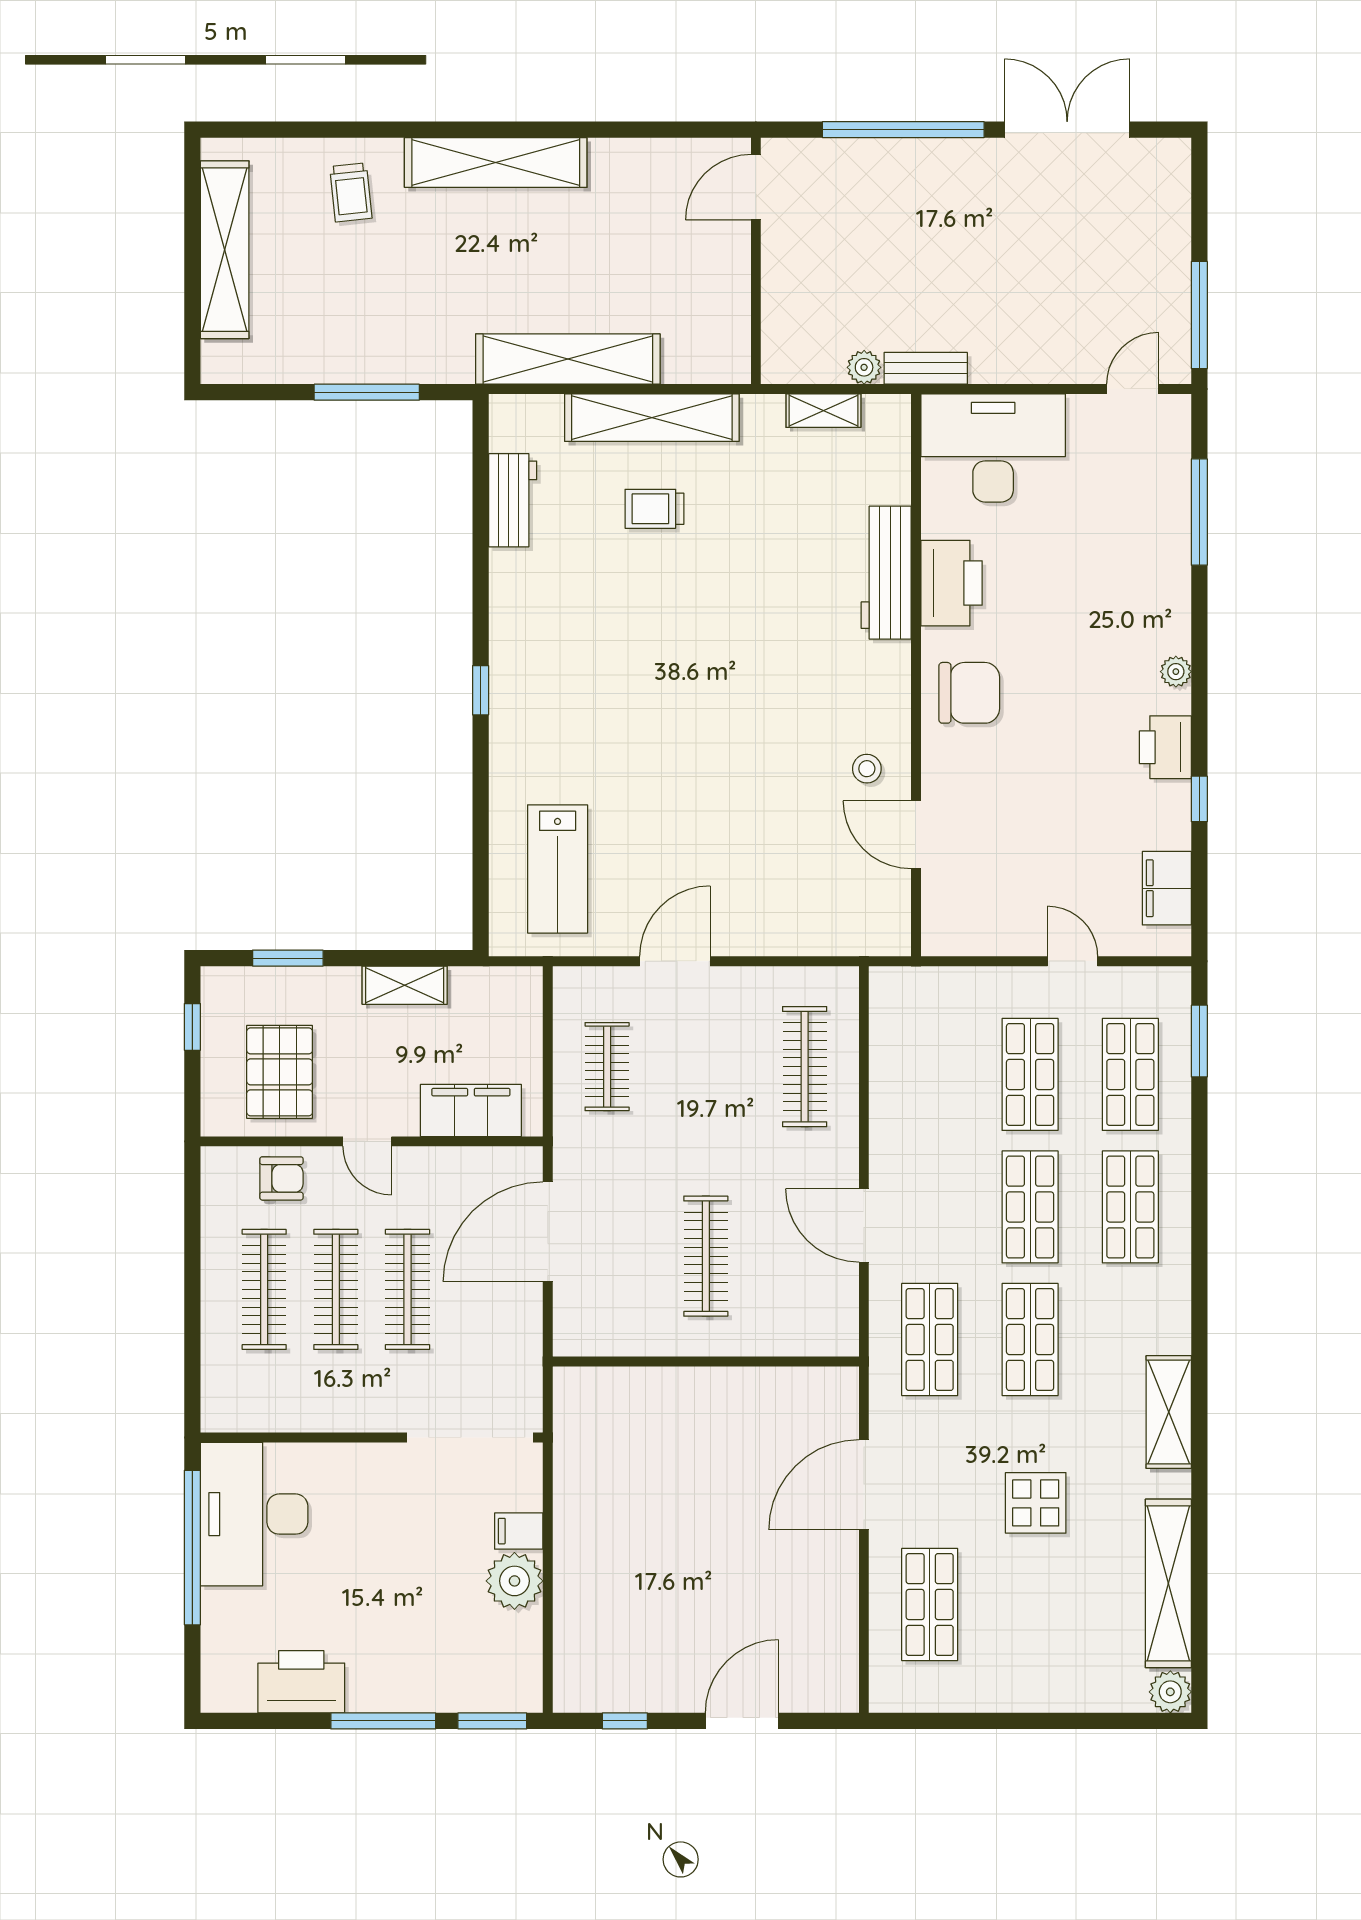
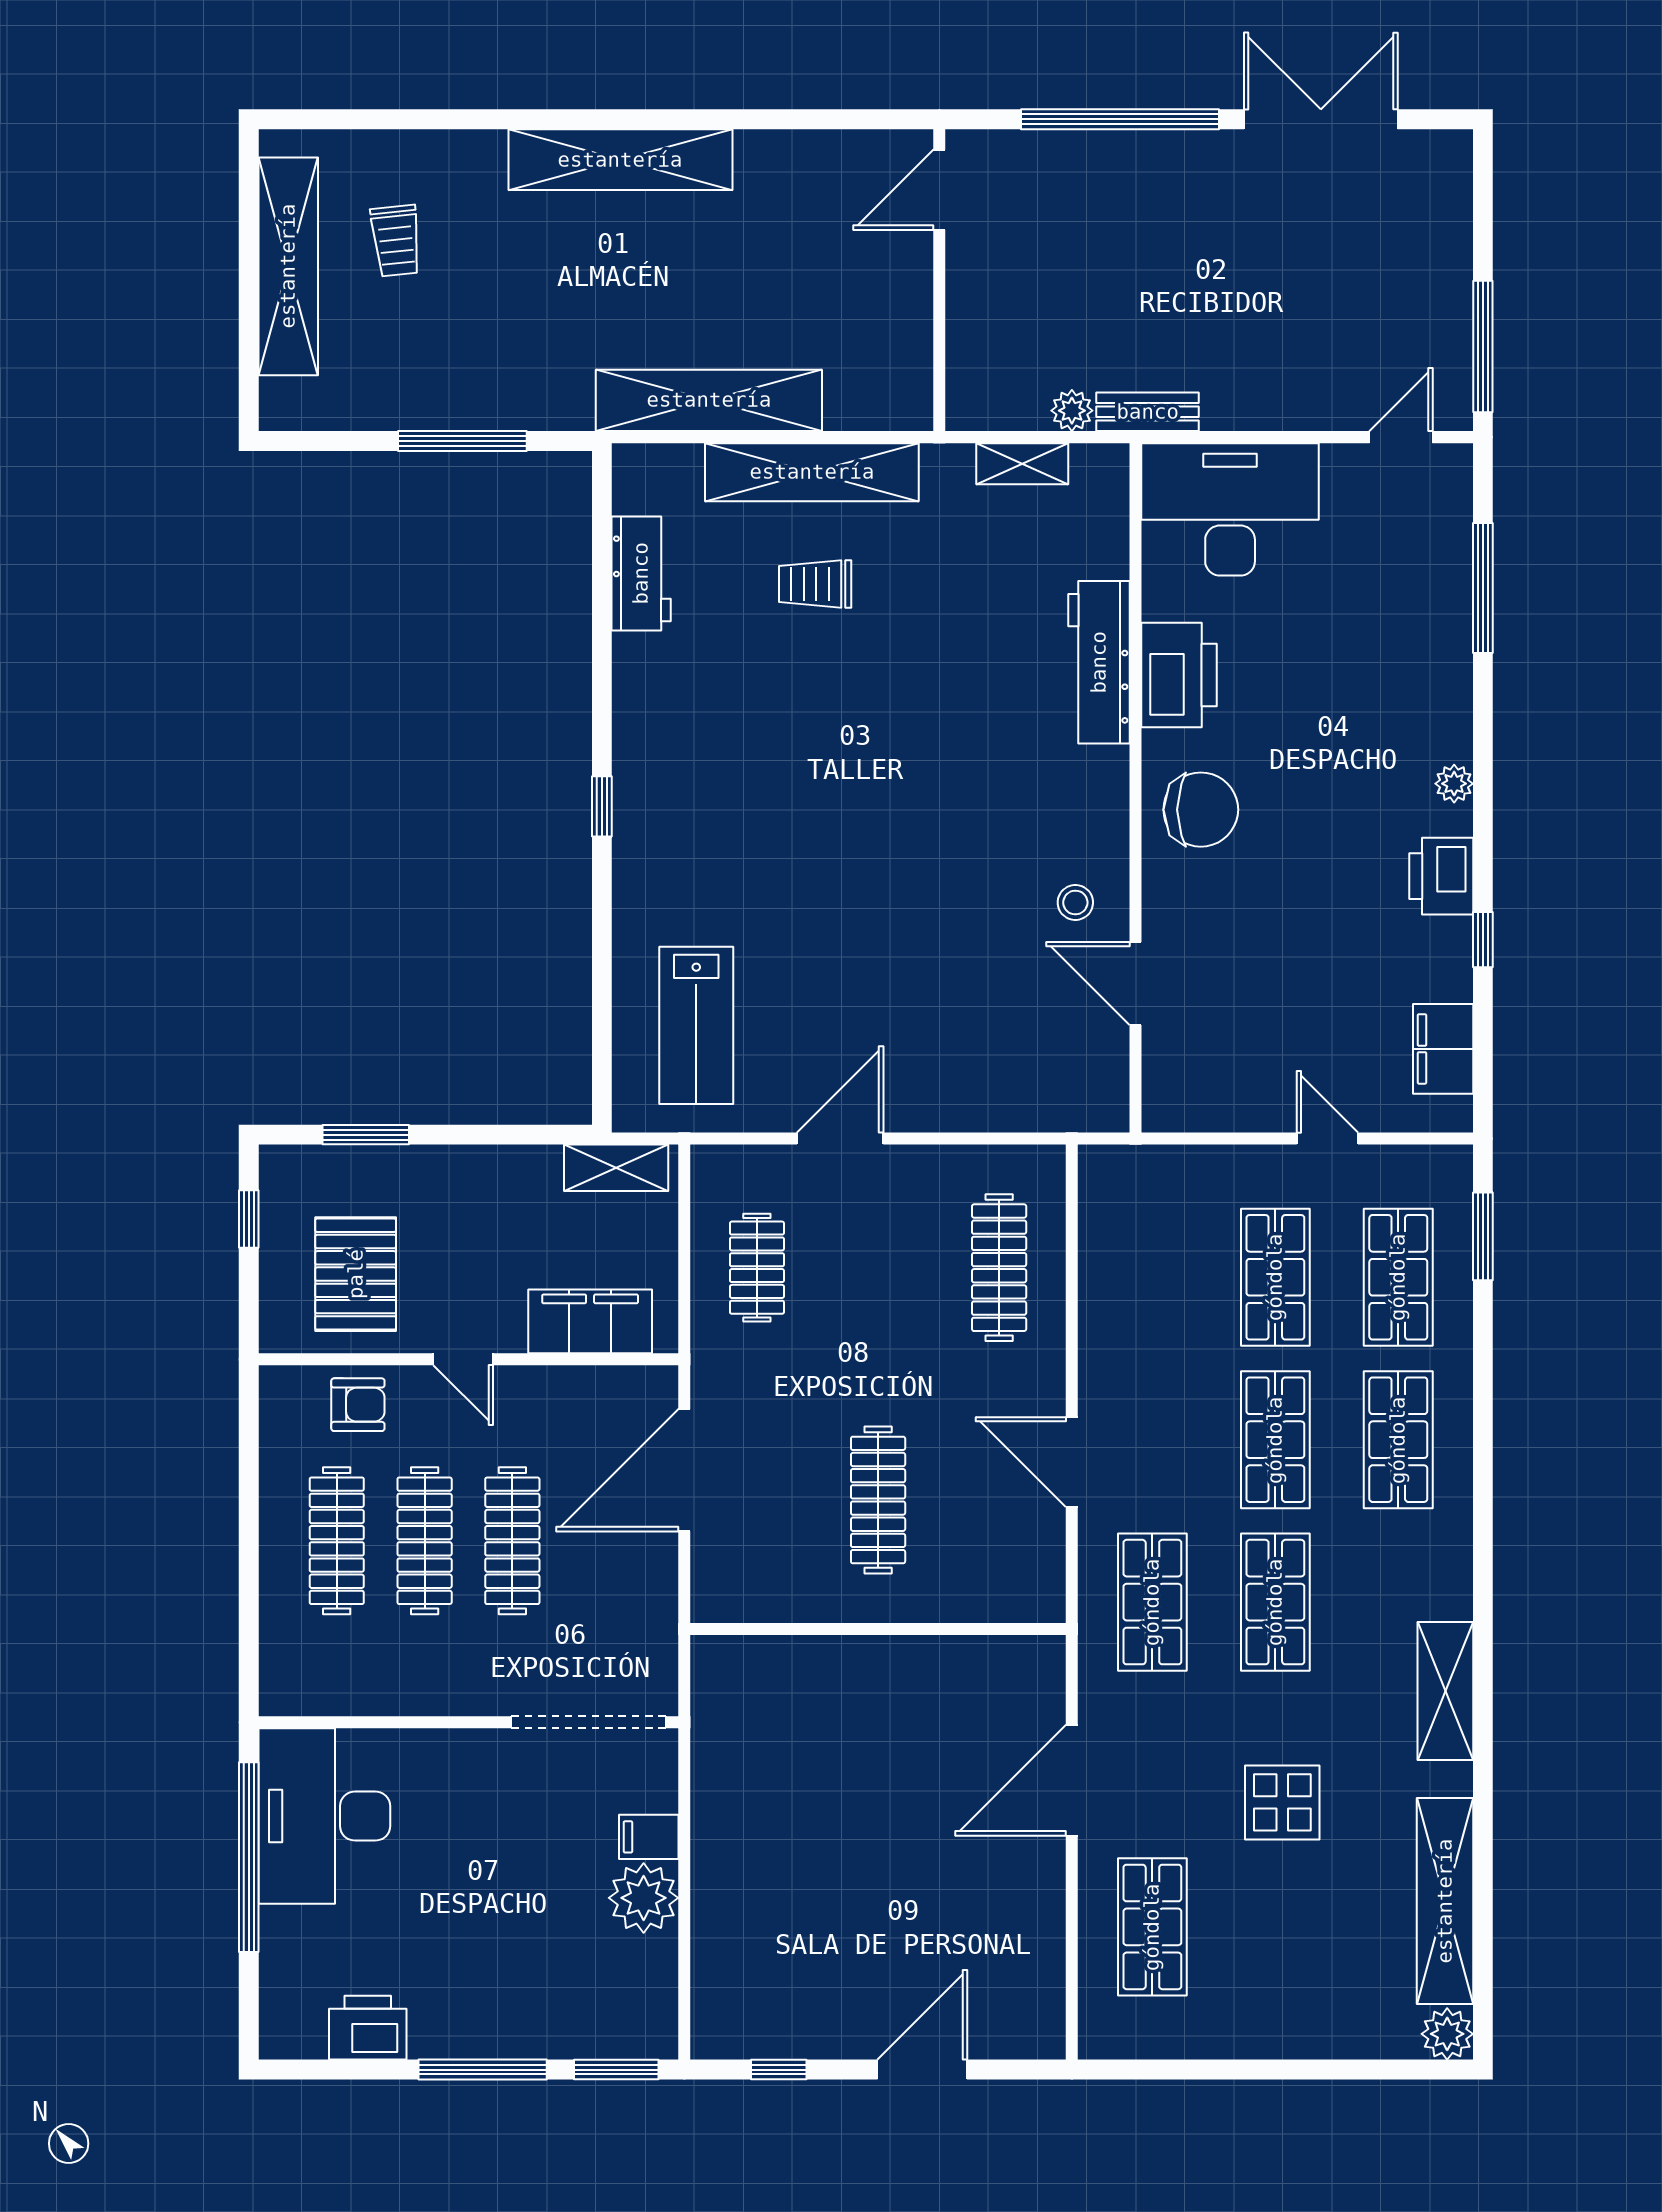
trolley: (351, 192) -> (396, 241), moved
shelving: (405, 985) -> (616, 1168), moved
printer: (301, 1682) -> (368, 2028), width x0.73, depth x0.84

